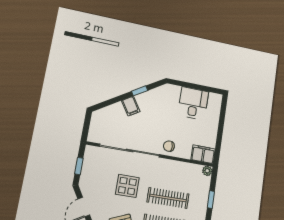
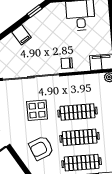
window: (140, 91) -> (35, 11), moved

